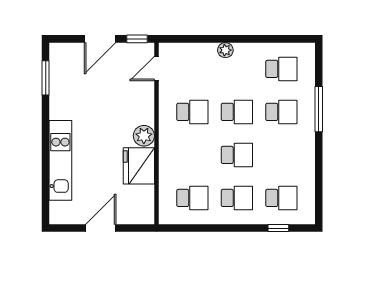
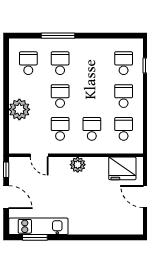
plant: (225, 50) -> (19, 109), width x1.88, depth x1.88
door: (157, 69) -> (39, 155), moved
school desk: (237, 155) -> (92, 129), moved
kitchen unit: (60, 160) -> (38, 226), moved
fridge: (139, 166) -> (122, 168), moved

